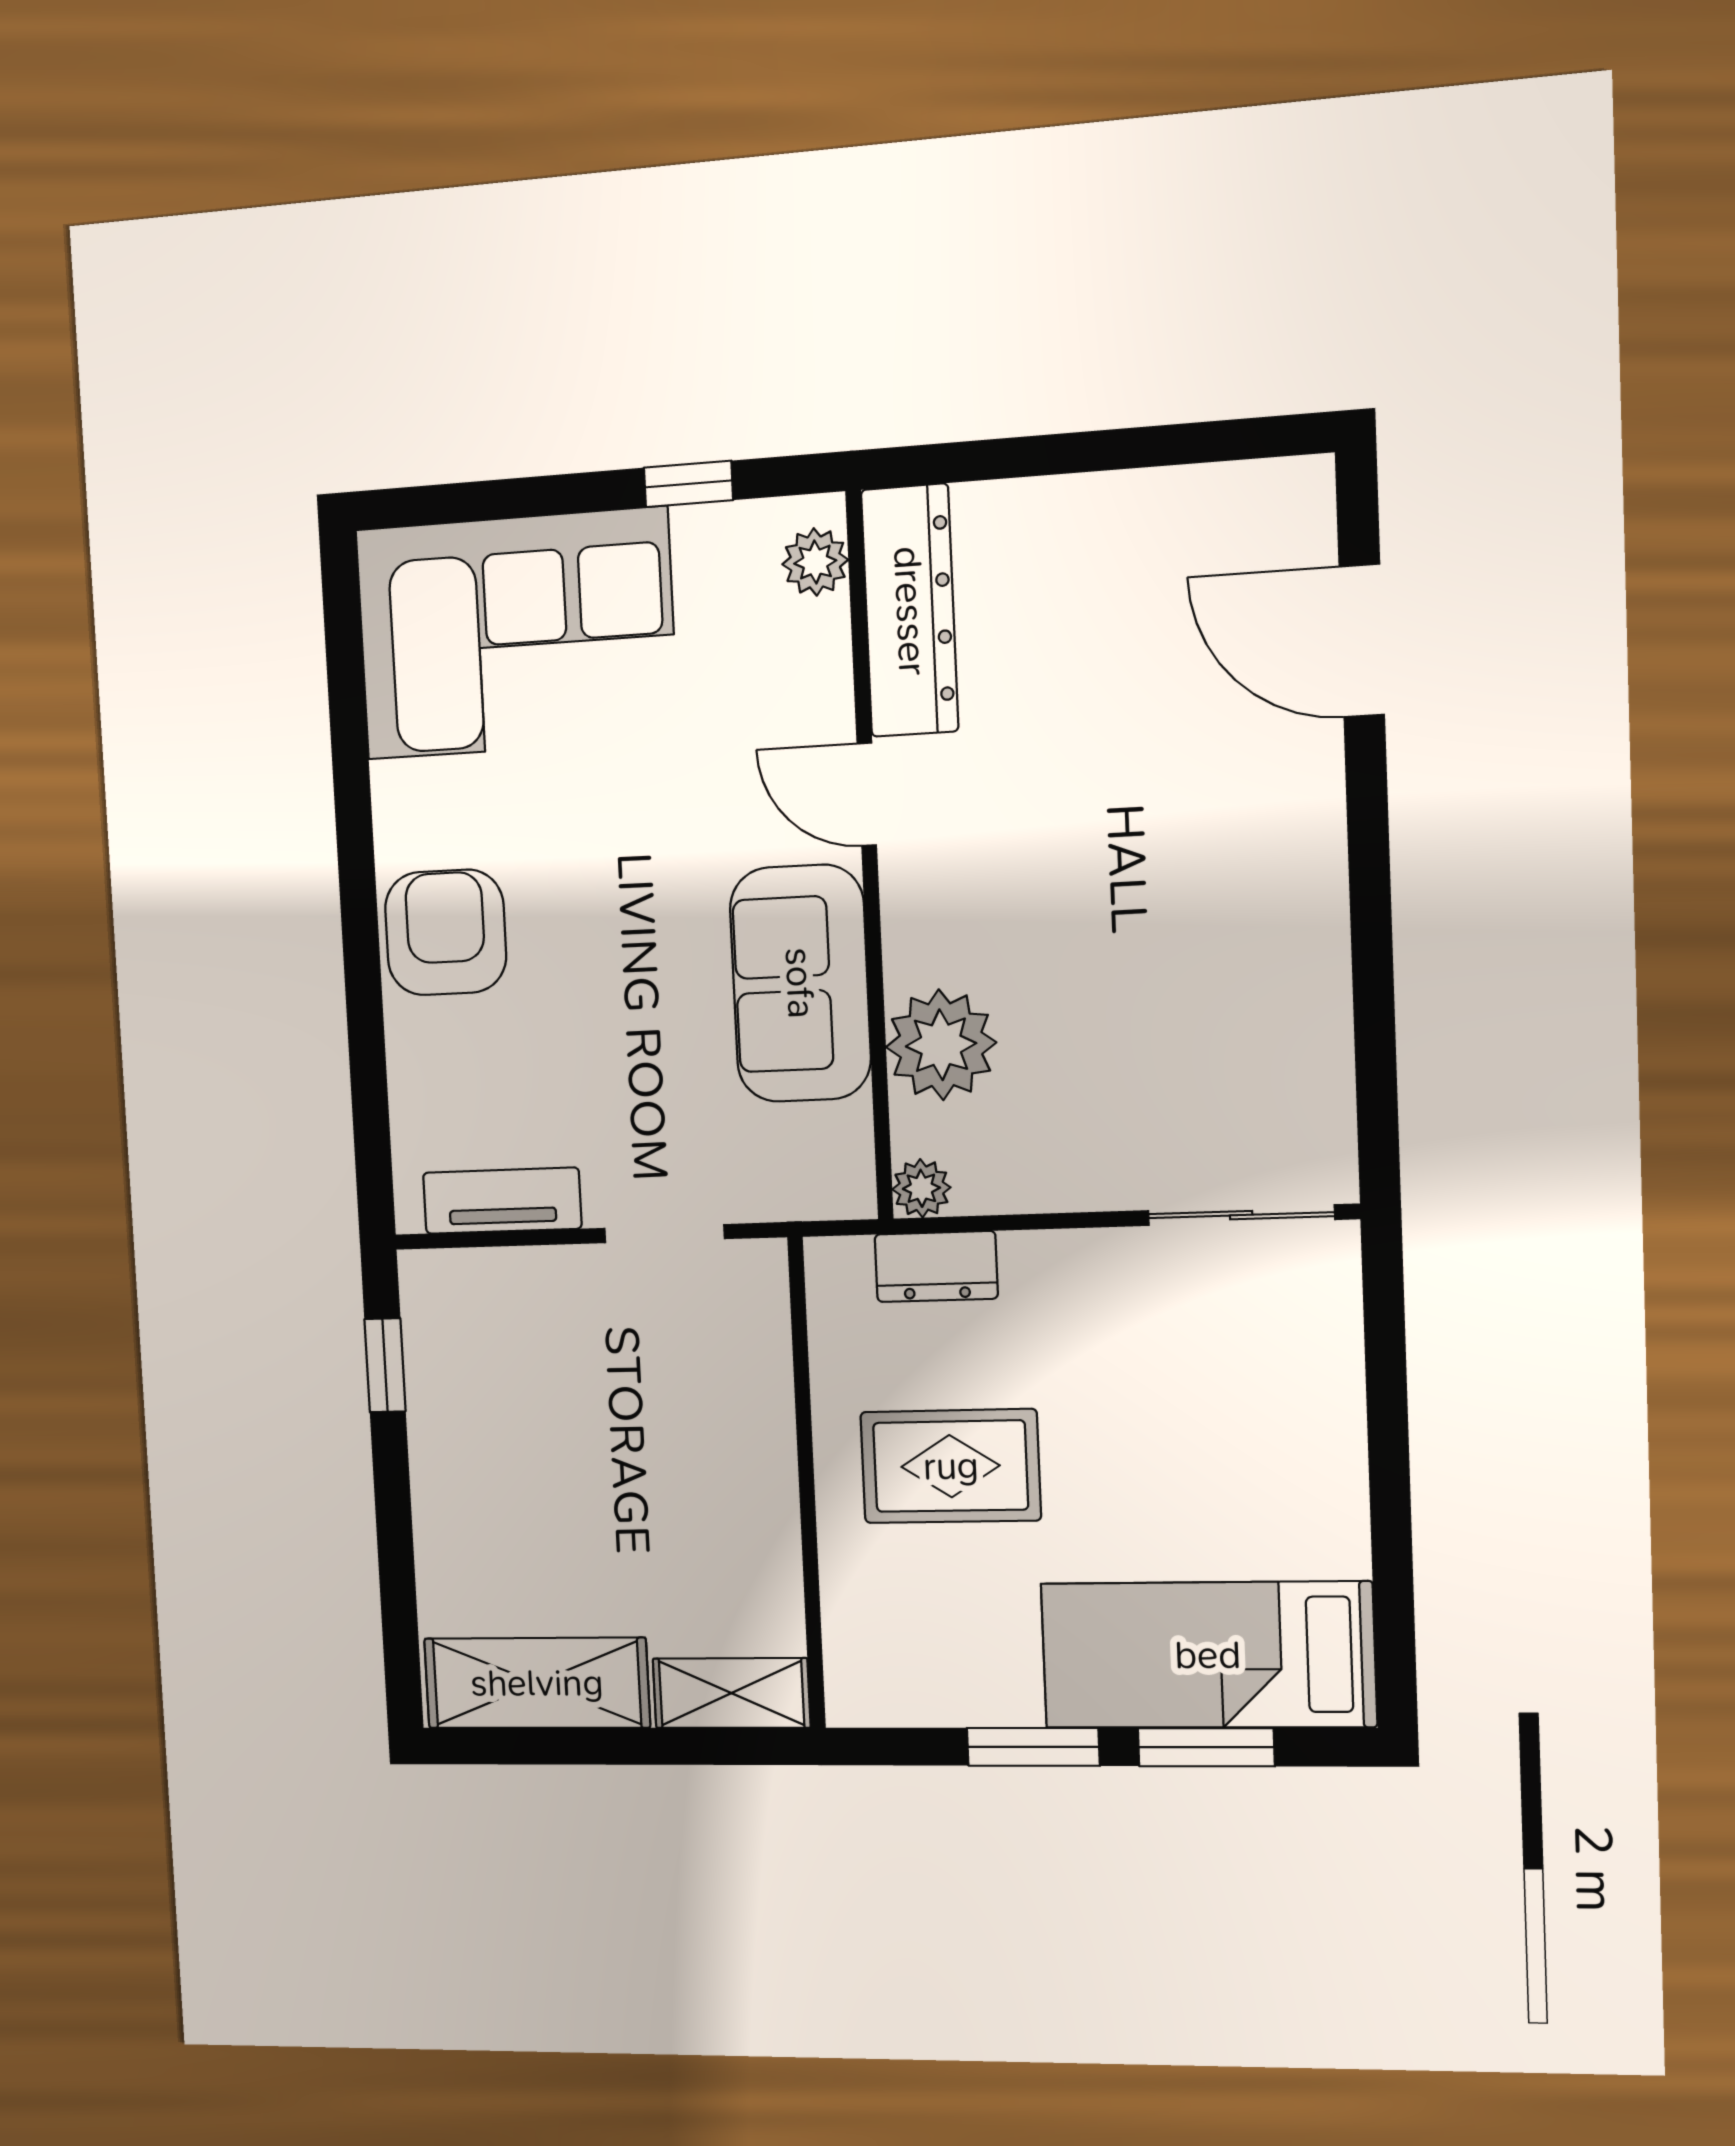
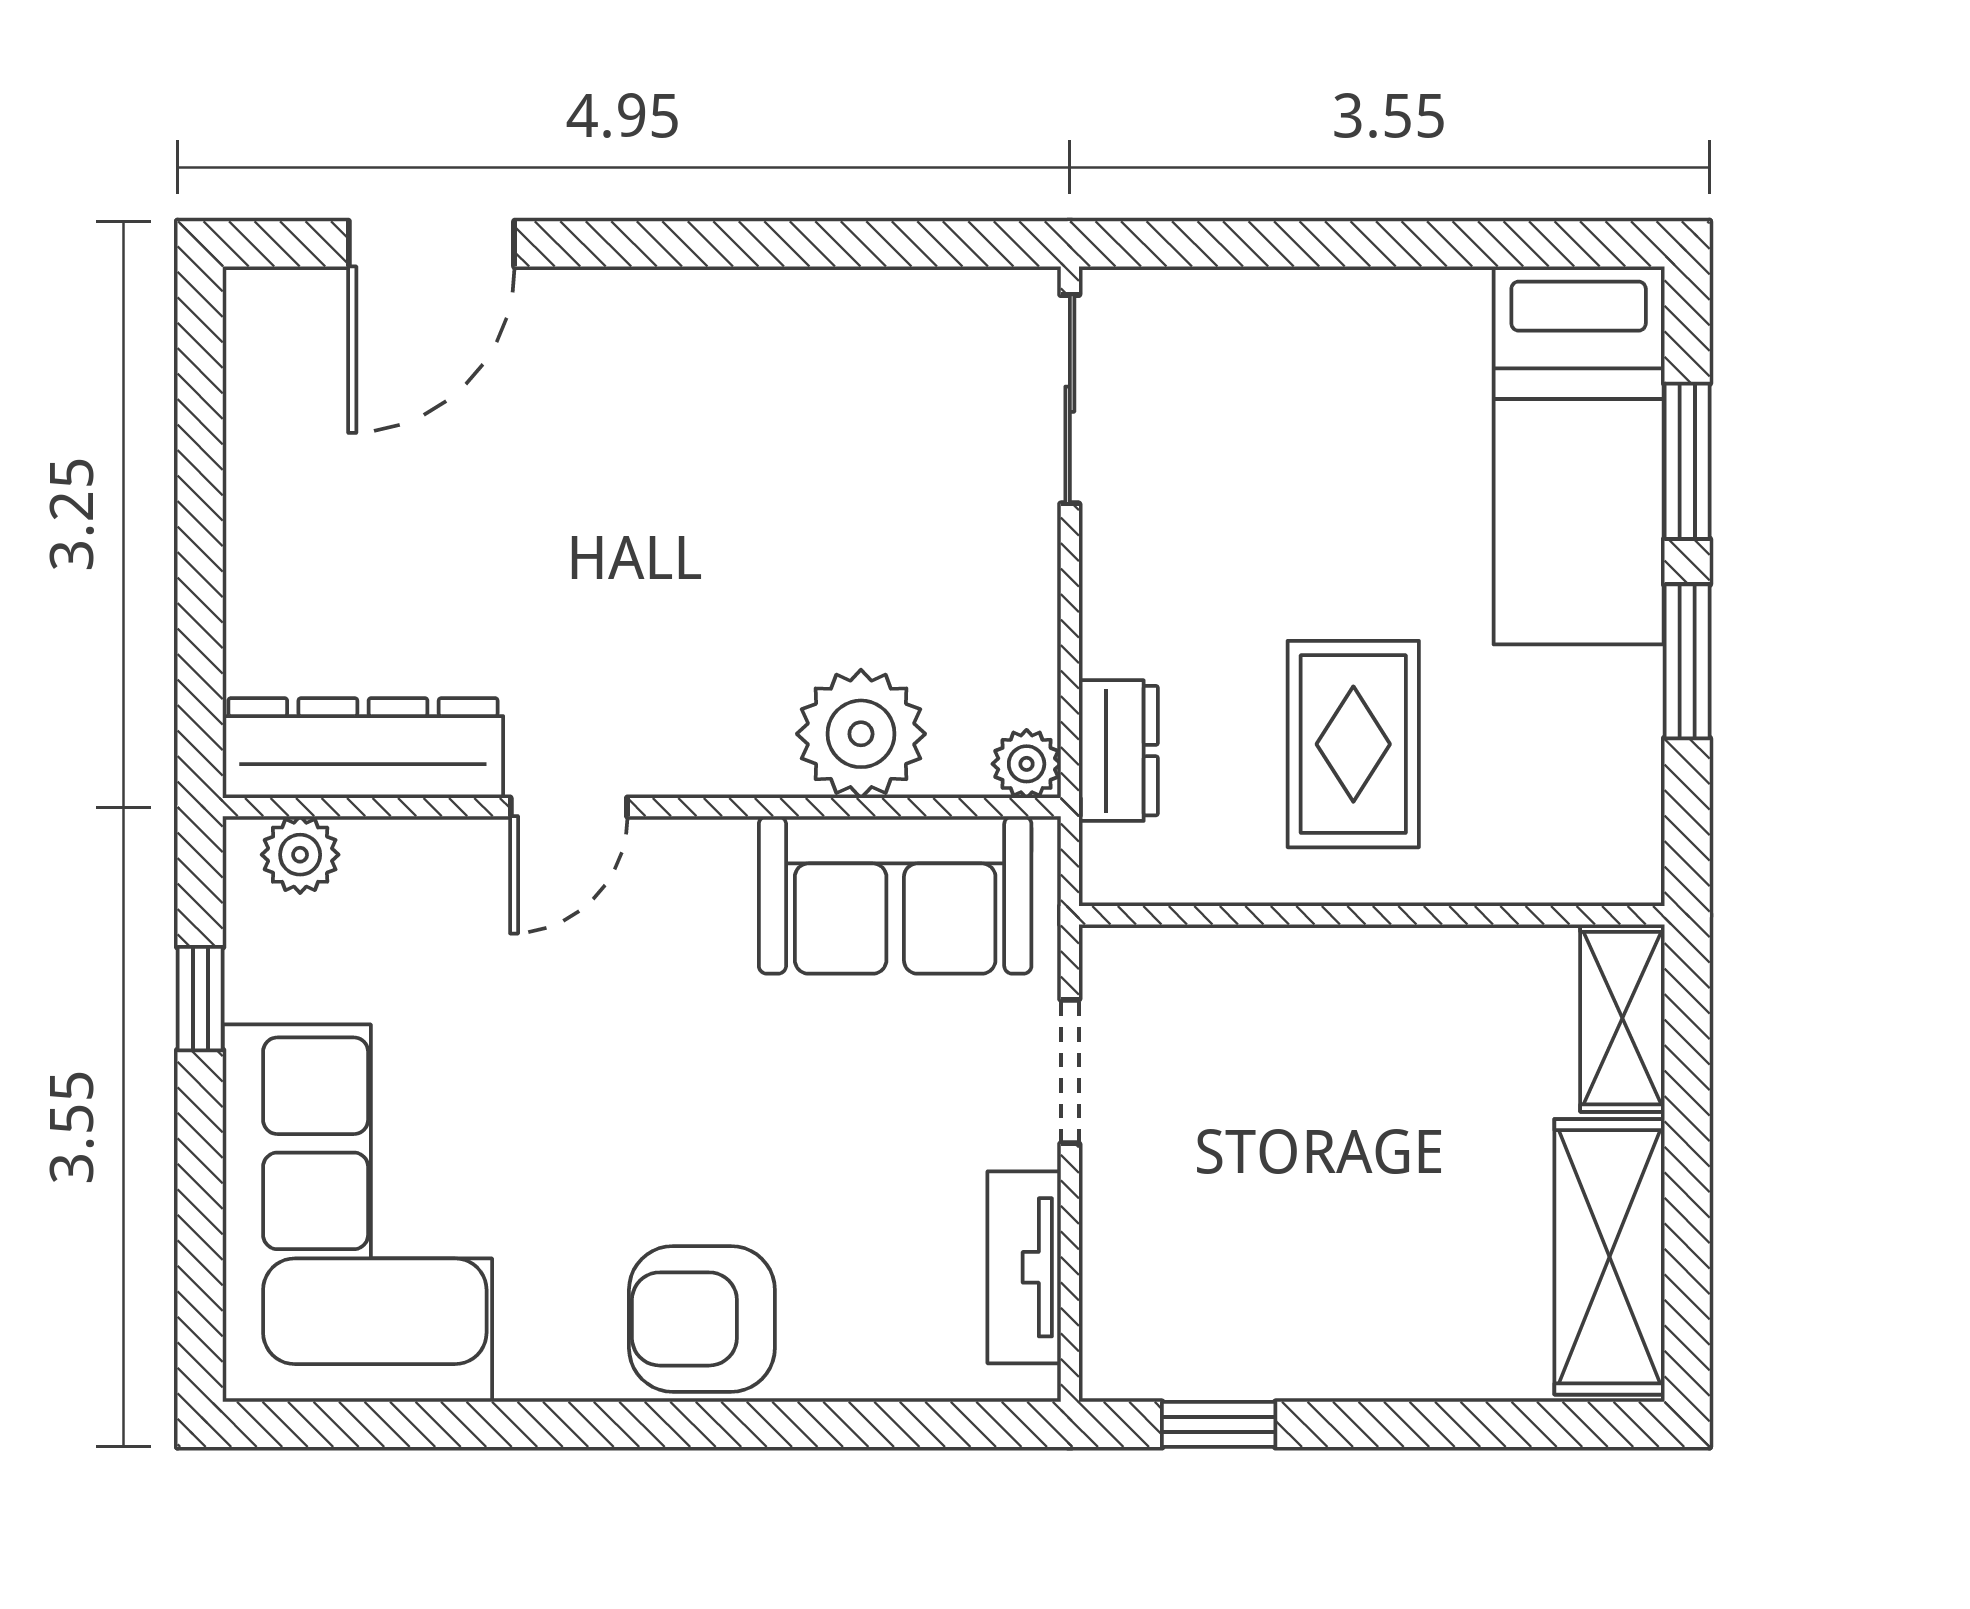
sofa: (800, 983) -> (895, 895), moved

